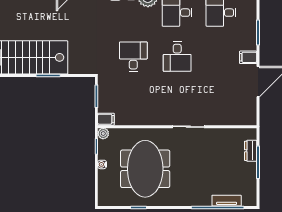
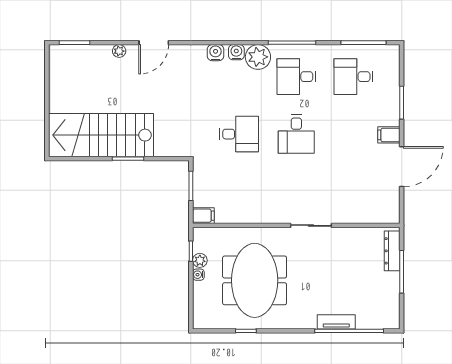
desk: (133, 57) -> (239, 134), turned 90
plant: (103, 134) -> (200, 260), moved
dresser: (251, 151) -> (392, 251), width x1.44
tv unit: (227, 201) -> (336, 322), moved

